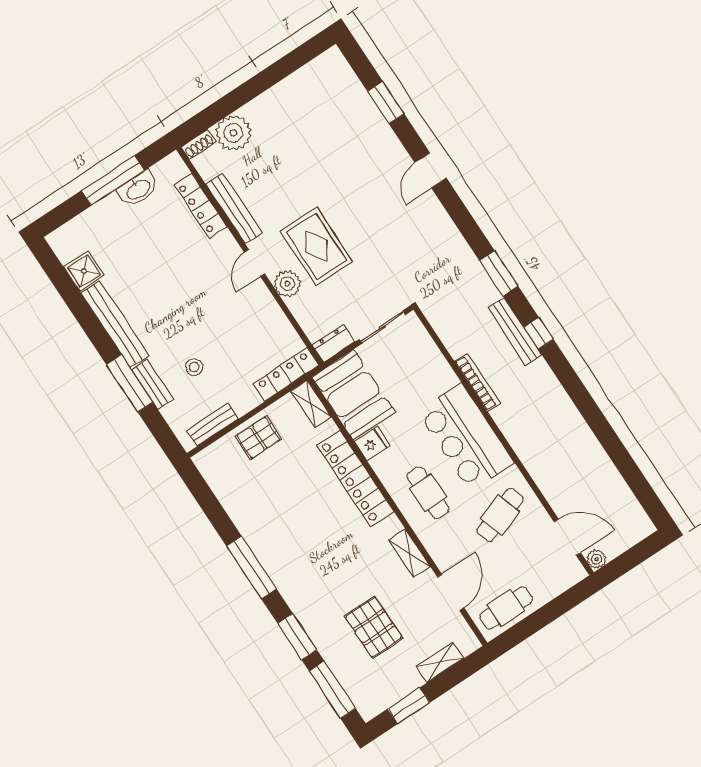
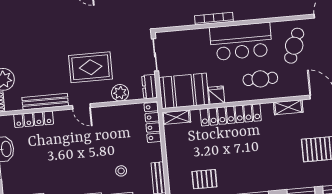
plant: (287, 284) -> (120, 93), moved
pallet: (258, 438) -> (204, 179), moved, turned 90
cafe table: (500, 515) -> (294, 46), turned 40

